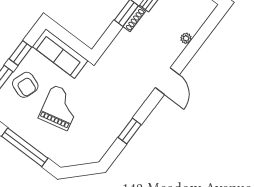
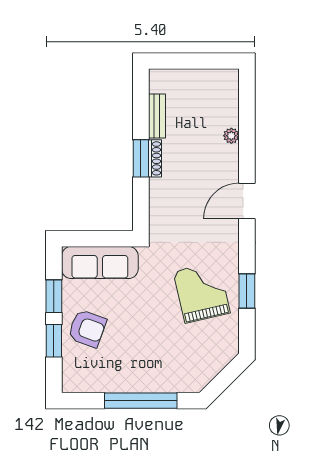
door: (167, 81) -> (247, 201), swing flipped
grand piano: (60, 108) -> (202, 292), moved

